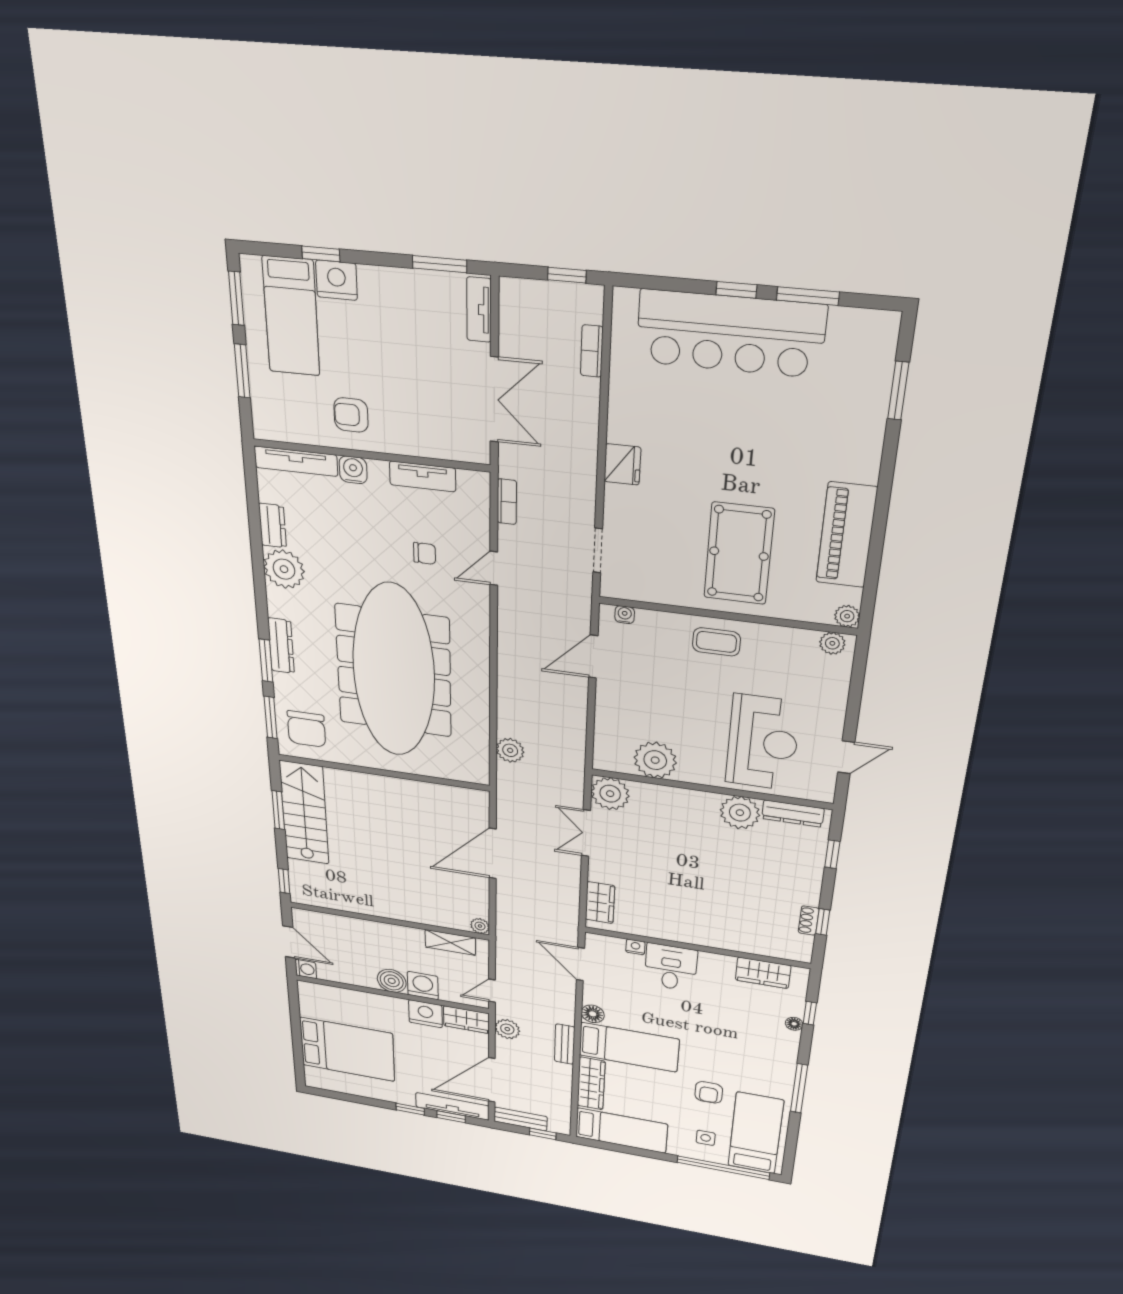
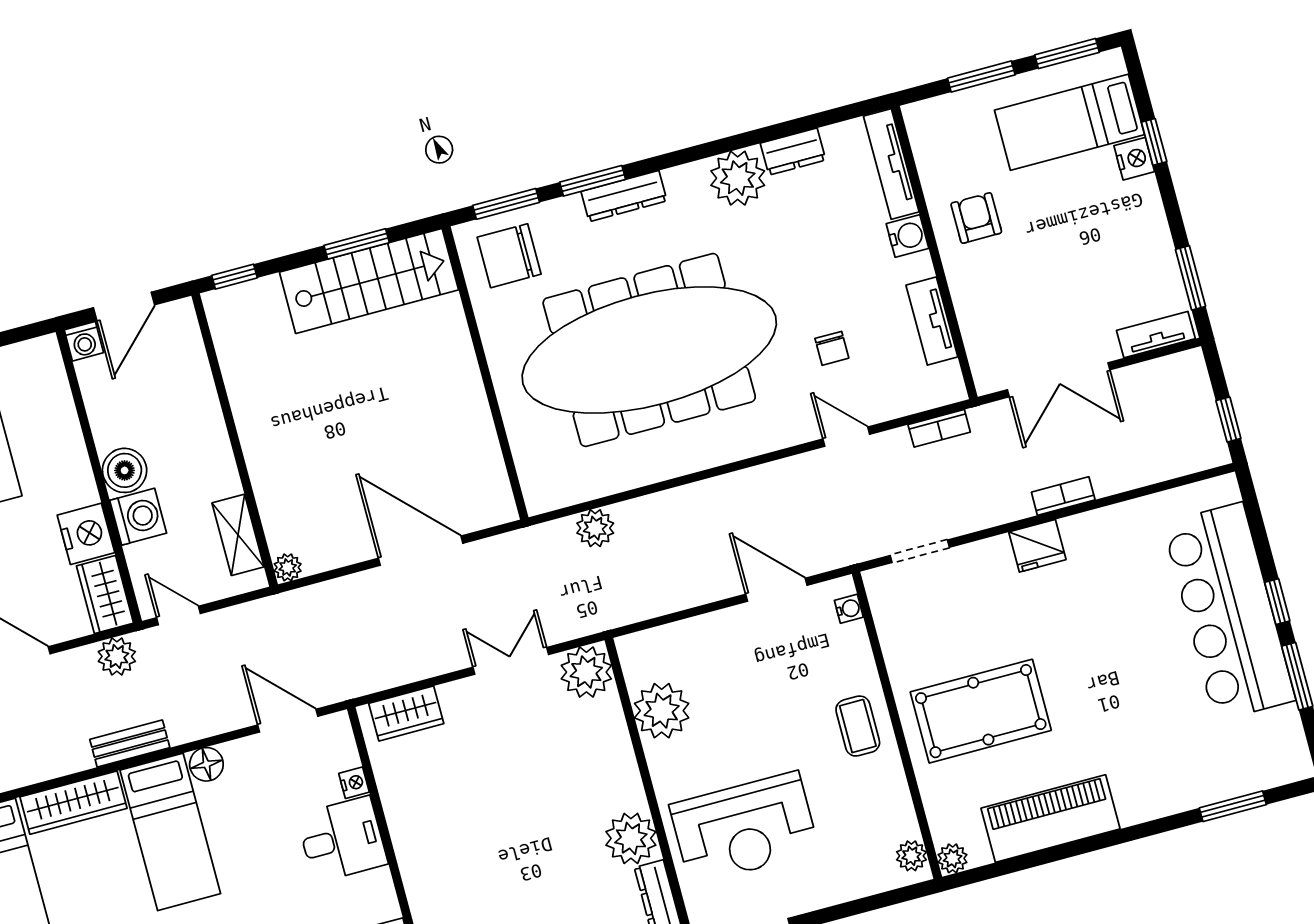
nightstand: (337, 280) -> (1134, 159), width x0.74, depth x0.75
bookcase: (592, 351) -> (1063, 496), moved
door: (580, 964) -> (288, 721), hinge flipped

